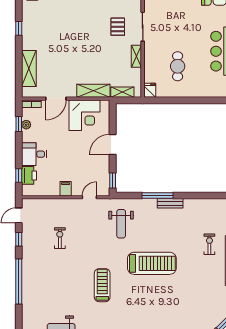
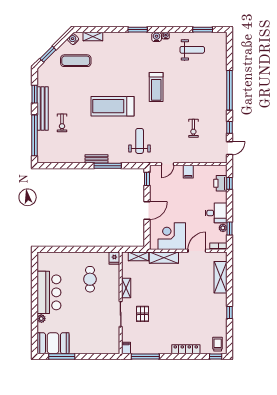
desk: (34, 154) -> (216, 213), moved
exercise mat: (194, 315) -> (76, 61), added

